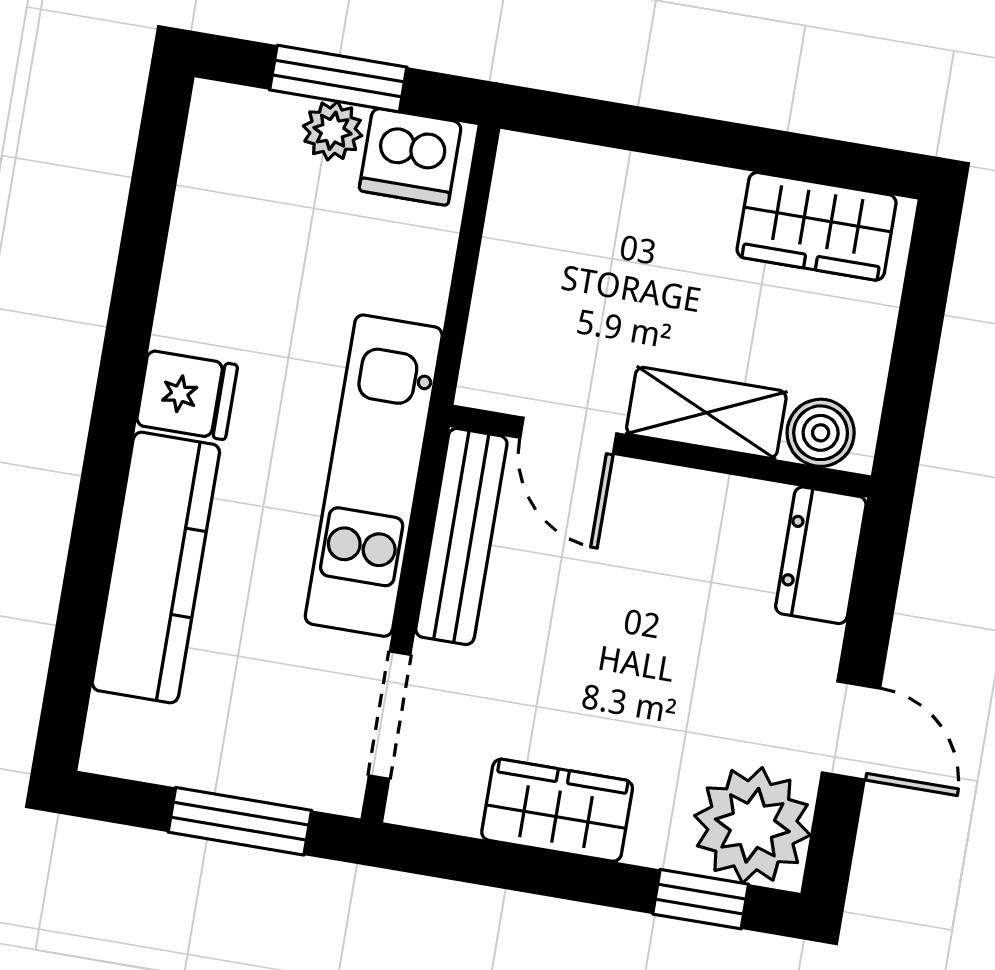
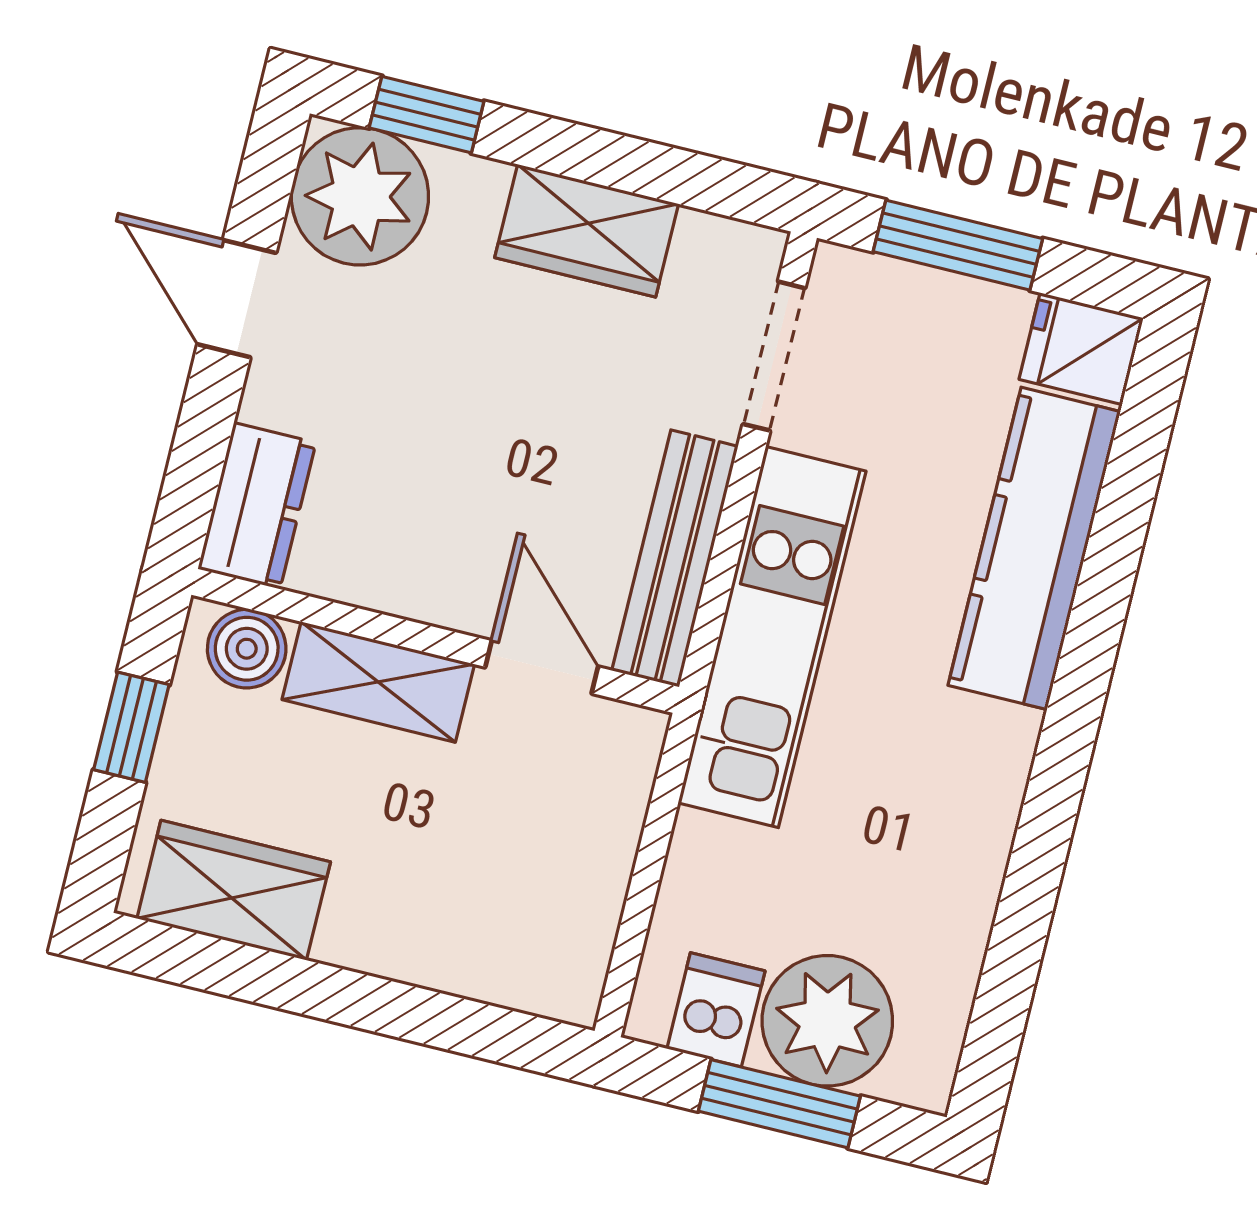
plant: (333, 131) -> (827, 1021), width x1.88, depth x1.88
dishwasher: (410, 157) -> (716, 1010), width x0.73
window: (914, 359) -> (131, 727), added
fridge: (187, 395) -> (1081, 349), moved

